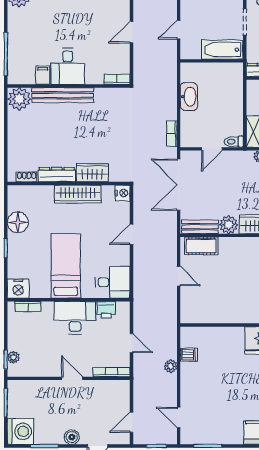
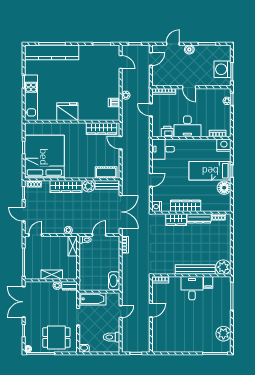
washbasin: (189, 97) -> (114, 281), moved
bed: (66, 266) -> (210, 171), moved, turned 90
door: (179, 276) -> (121, 143), moved
wardrobe: (208, 314) -> (101, 129), added
washing machine: (20, 431) -> (222, 69), moved

